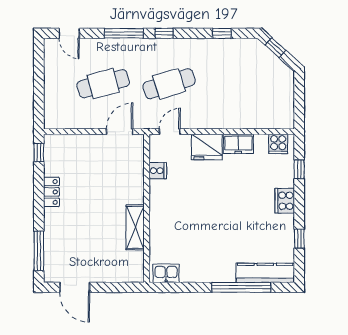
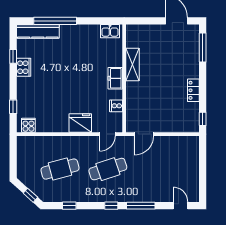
cafe table: (103, 84) -> (60, 169), moved
freezer: (238, 144) -> (115, 78), moved, turned -90
cooker: (285, 201) -> (24, 67), moved

